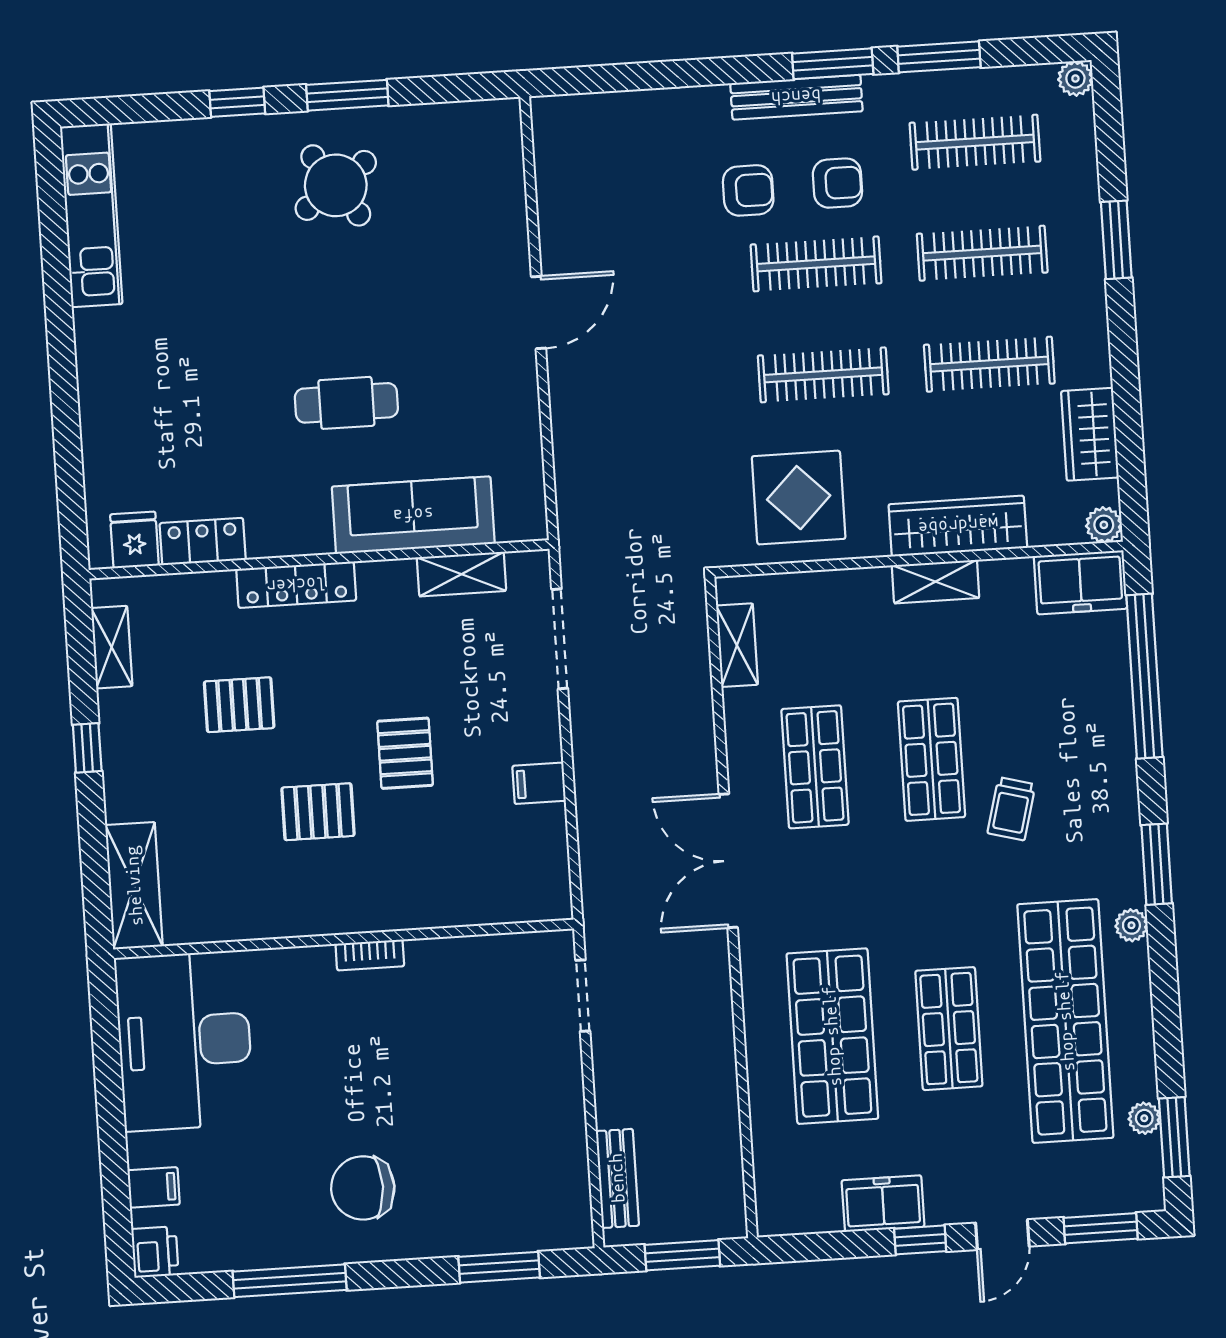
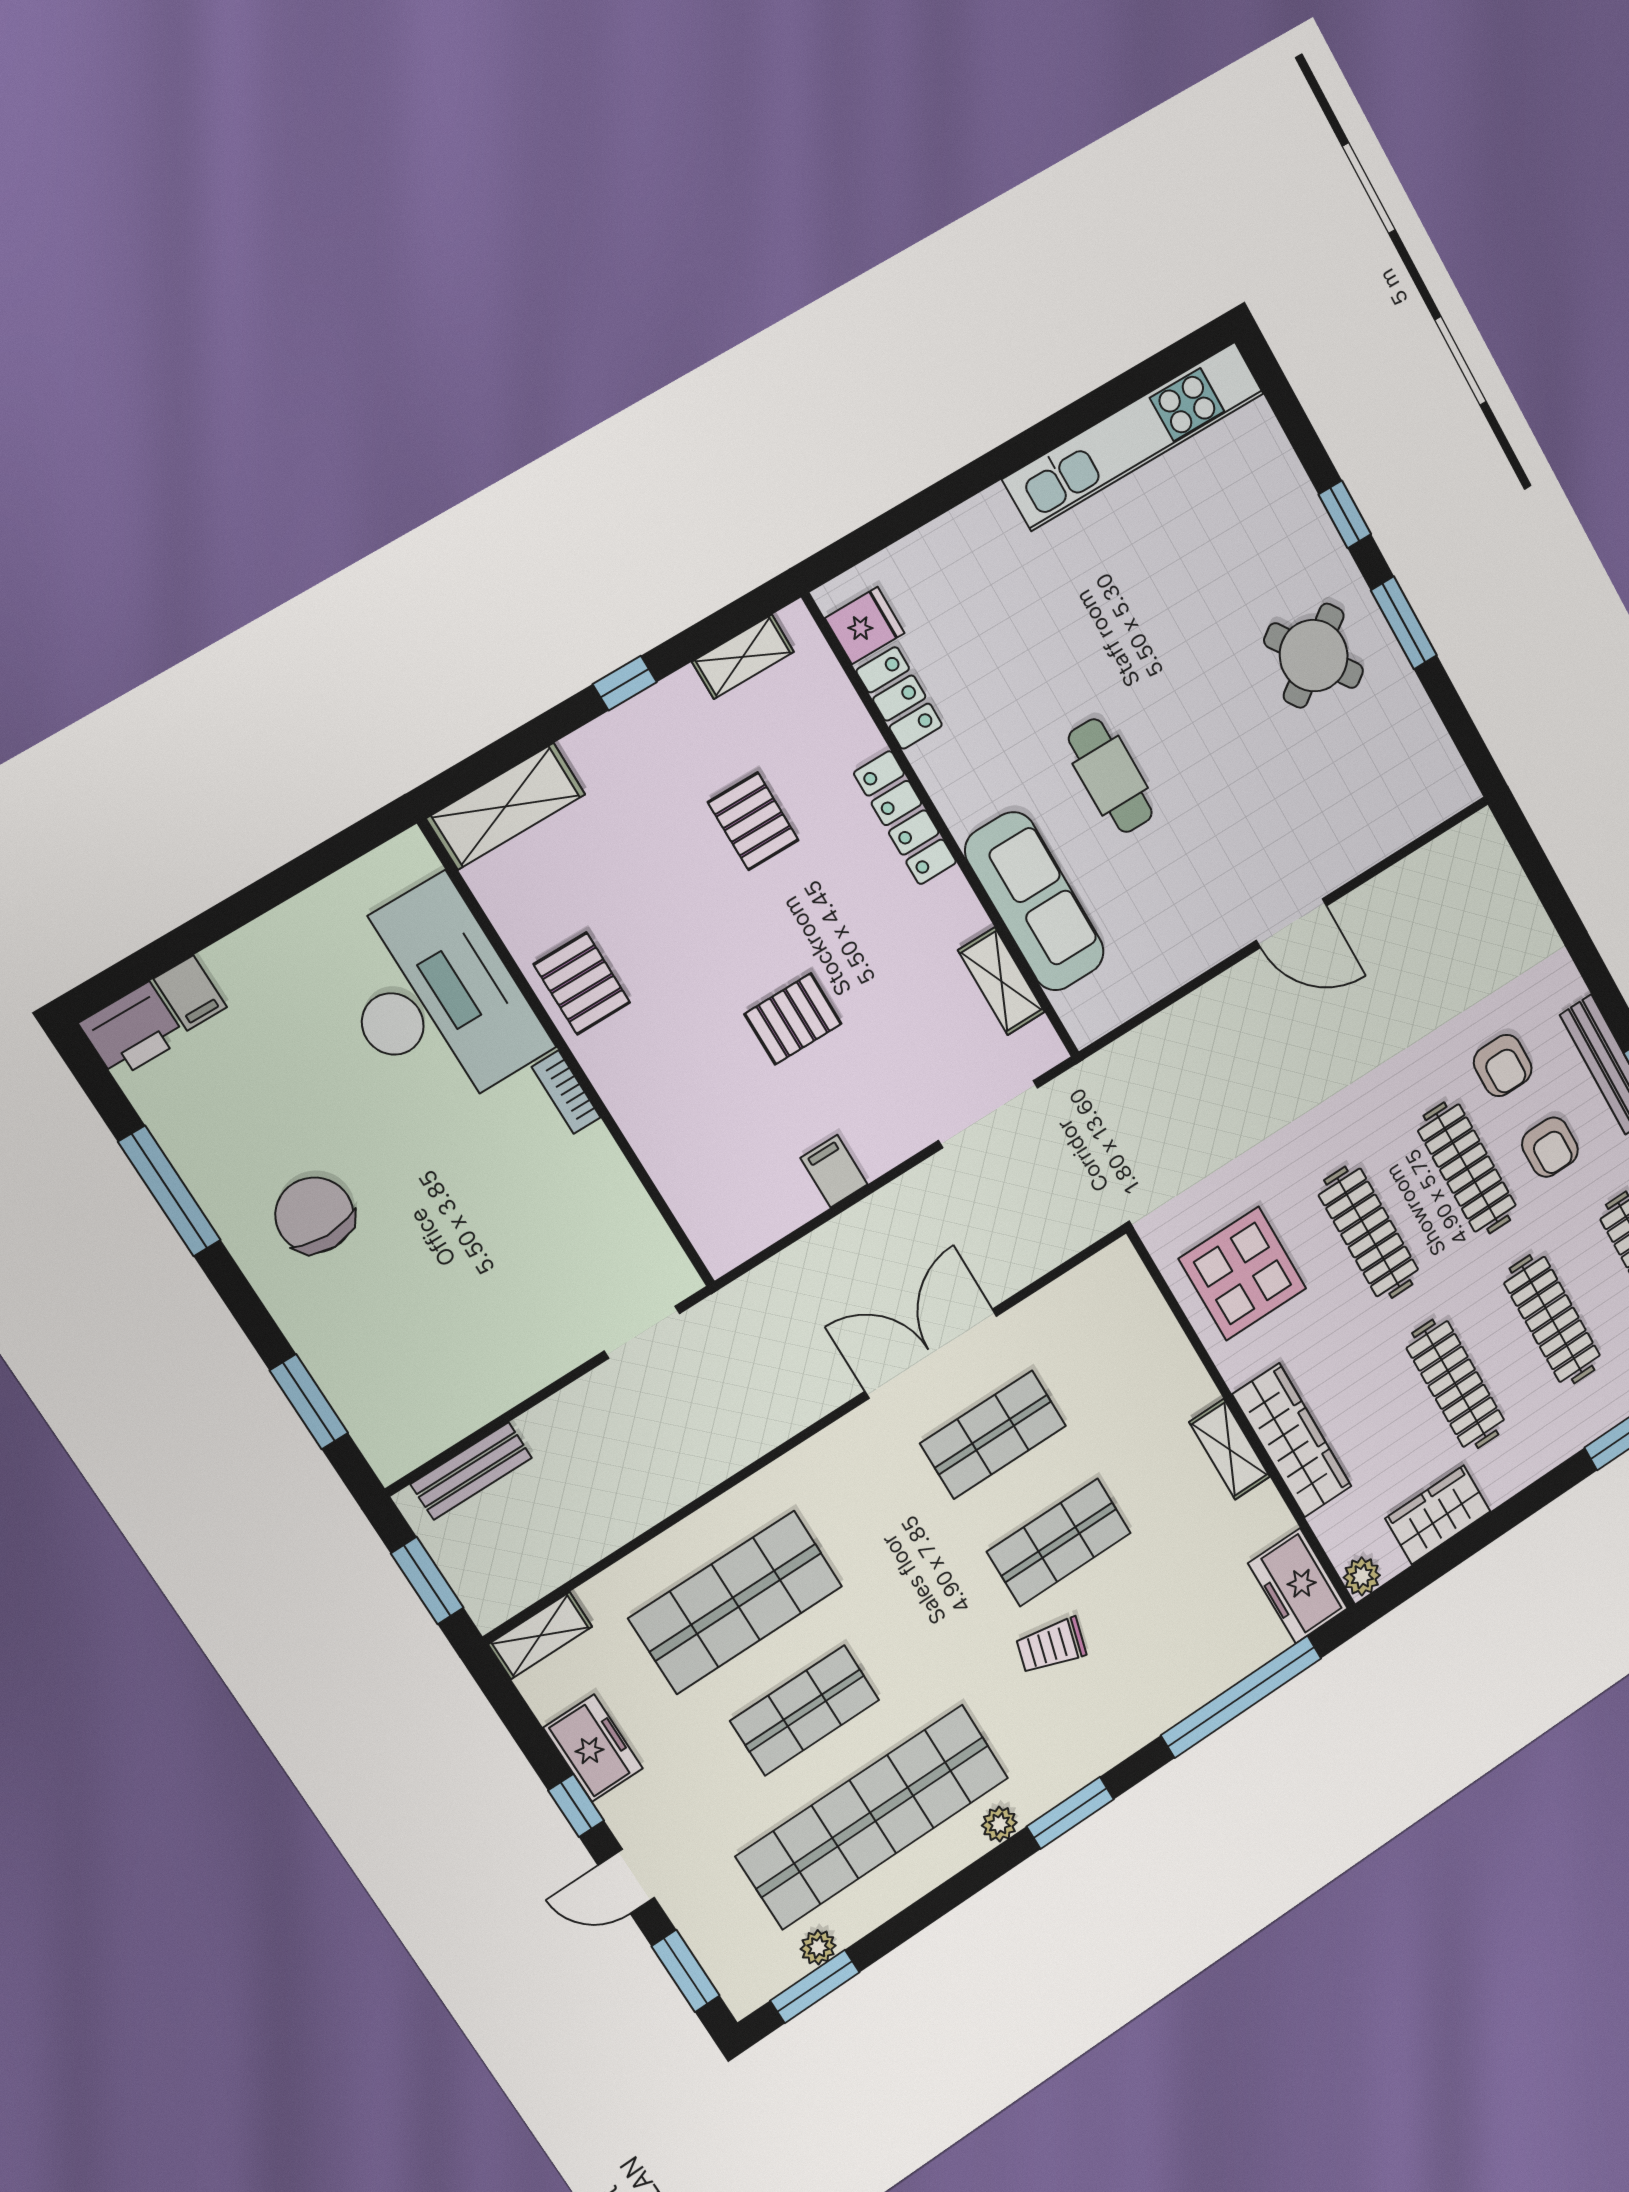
kitchen unit: (91, 215) -> (1134, 436), width x1.36
shelving: (737, 645) -> (540, 1635), moved
pallet: (318, 812) -> (582, 983), moved
double door: (728, 861) -> (931, 1354), moved
desk: (184, 1041) -> (434, 999), moved, turned 90
printer: (155, 1252) -> (132, 1031), width x1.36, depth x1.24

